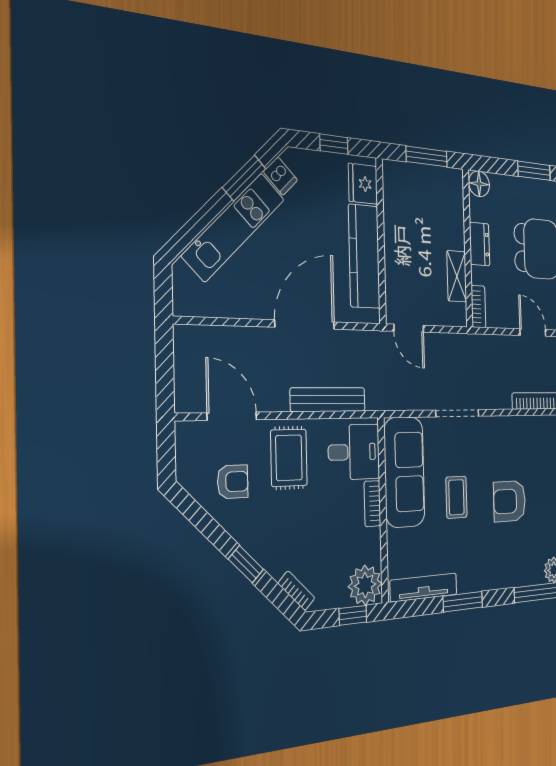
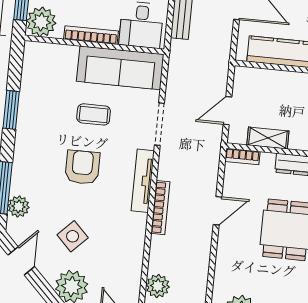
door: (409, 328) -> (227, 111), moved
bookcase: (372, 504) -> (91, 35), width x1.56
tv unit: (424, 587) -> (143, 181), moved, turned 180

